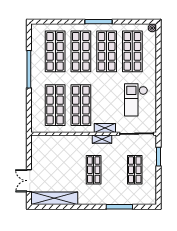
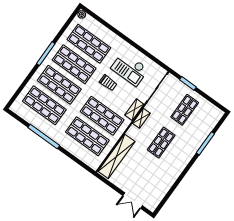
trolley: (111, 90) -> (108, 83), added
shop shelf: (94, 170) -> (161, 143), turned 90
shop shelf: (135, 170) -> (185, 110), turned 90
shelving: (54, 198) -> (116, 156), moved

